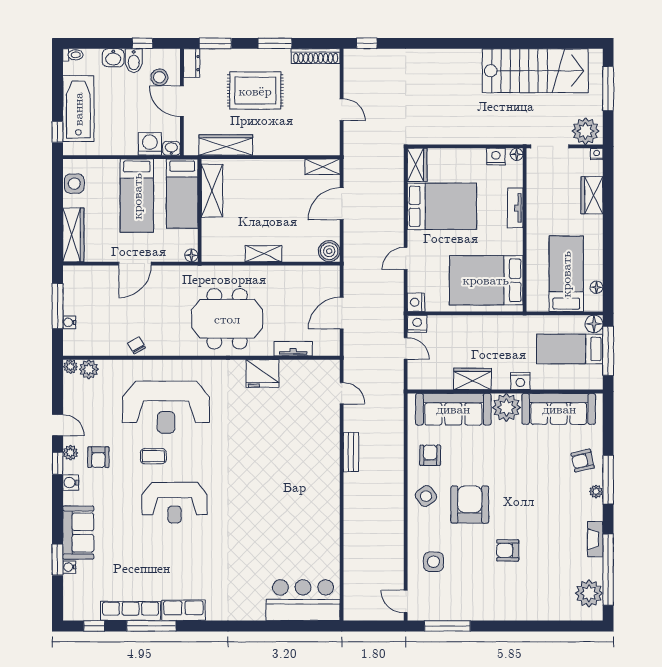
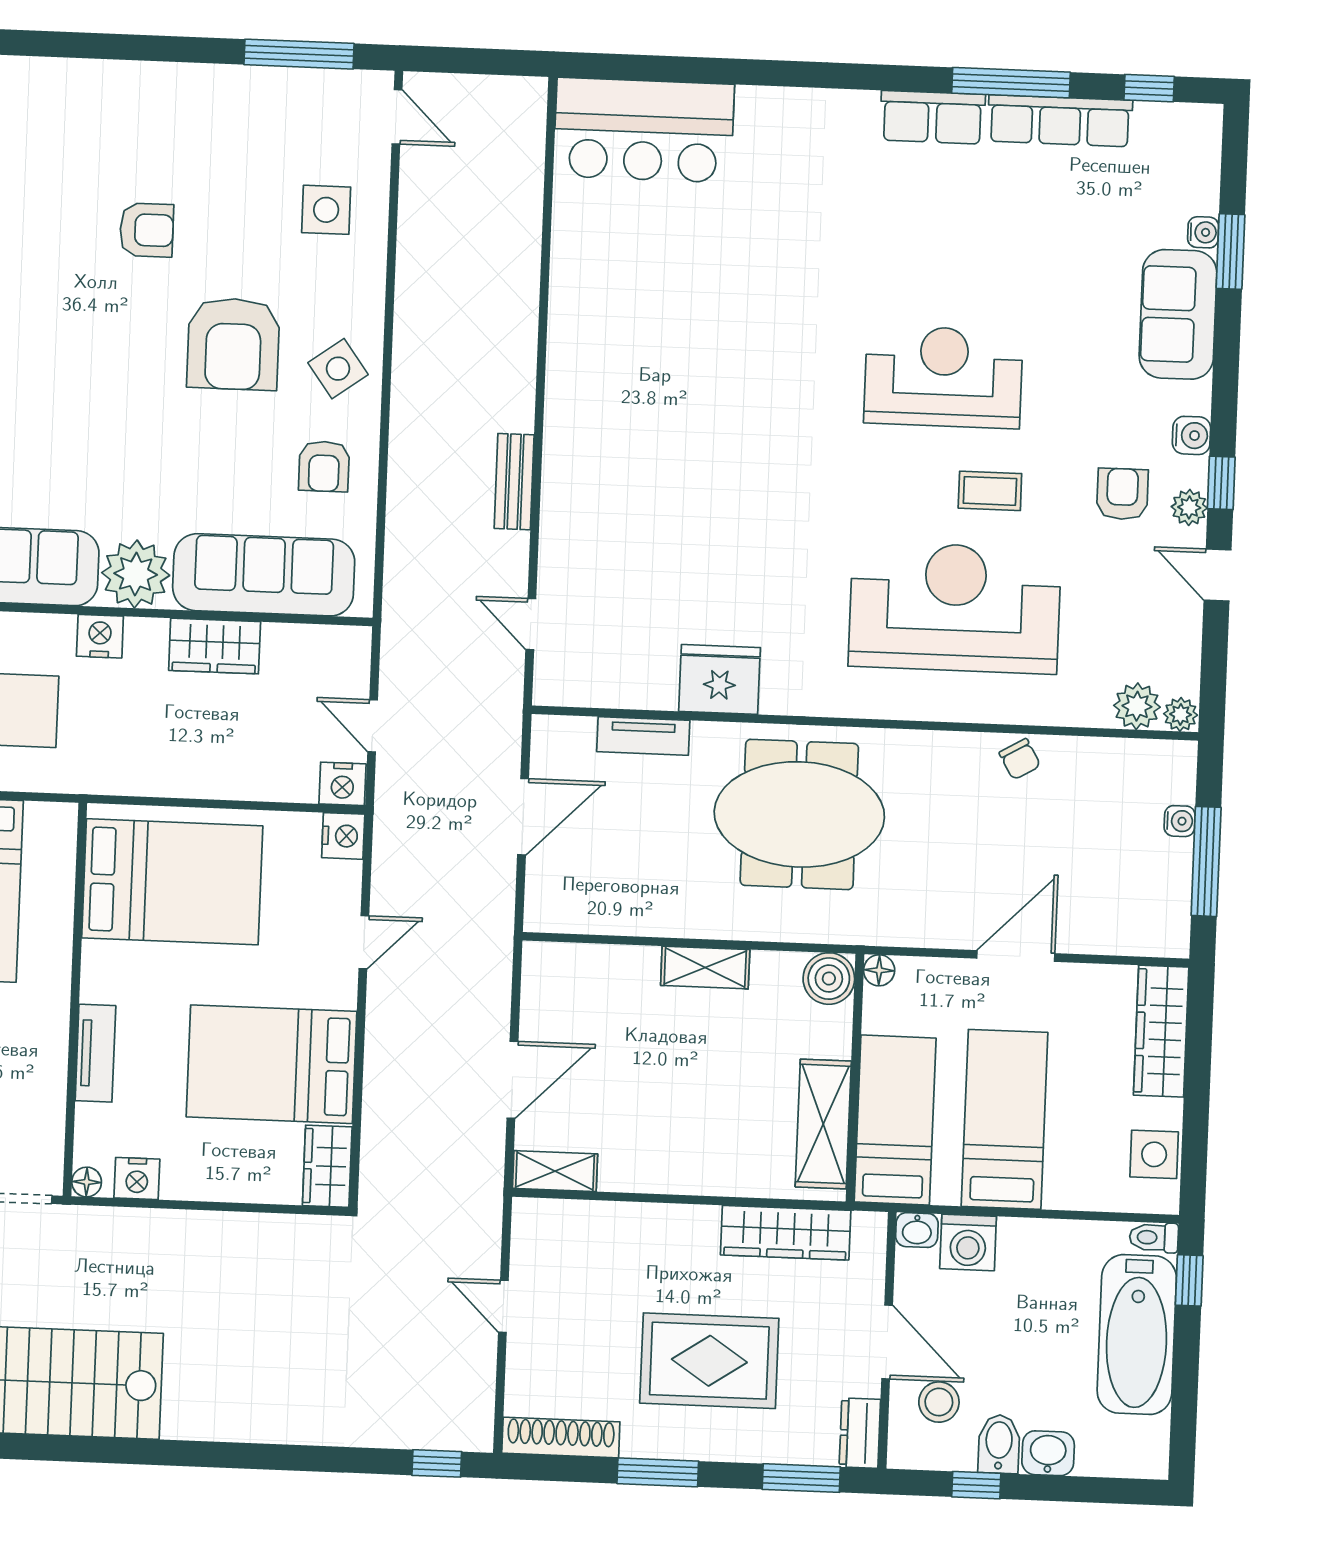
toilet: (73, 55) -> (1154, 1237), moved
boiler: (329, 251) -> (829, 979), moved

